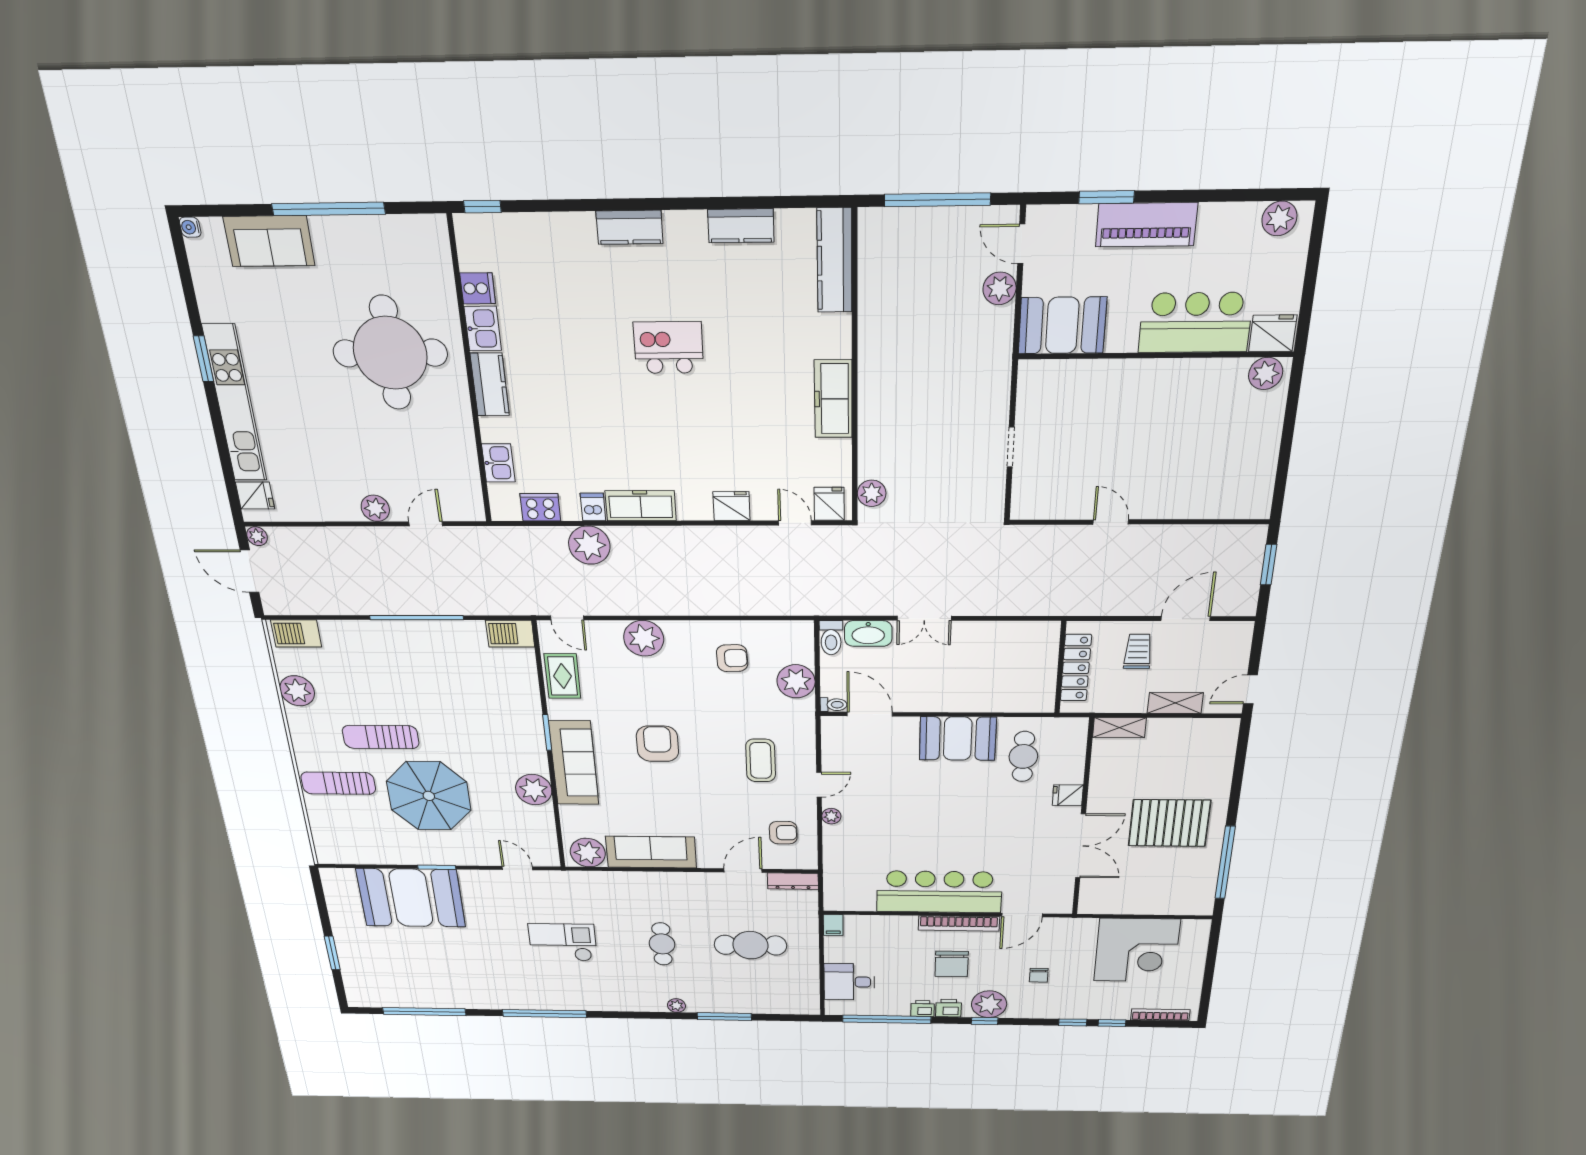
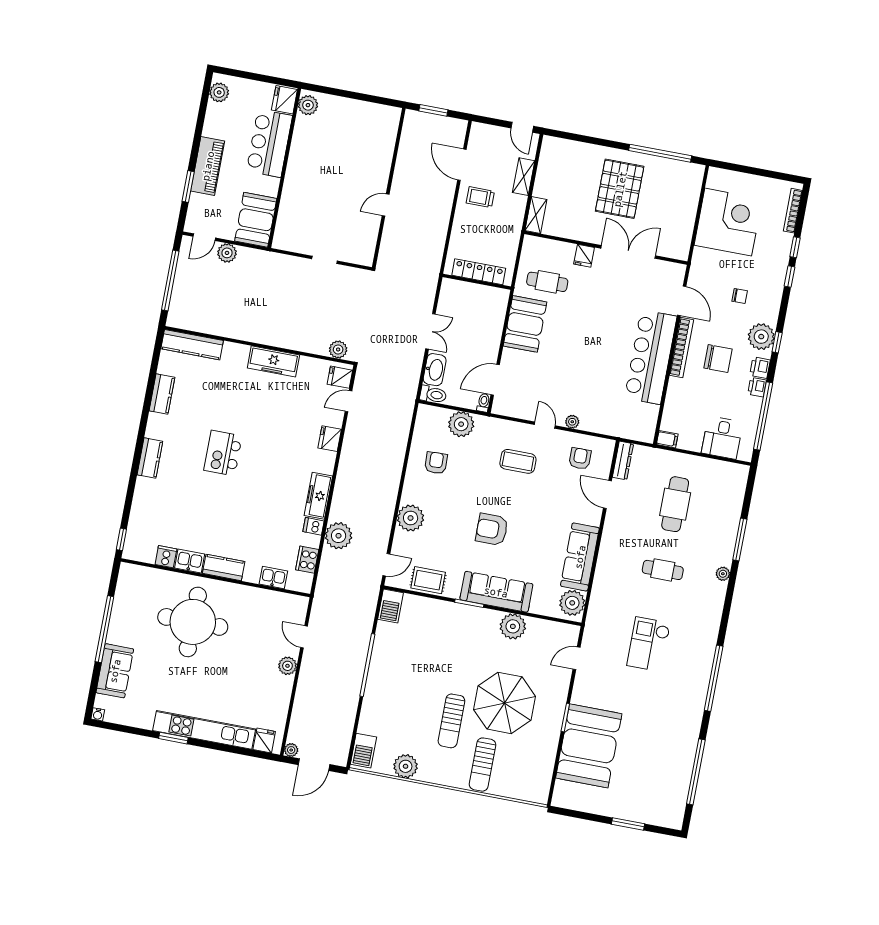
wall: (1060, 668) -> (477, 282), moved
locker: (1076, 668) -> (479, 272), moved

